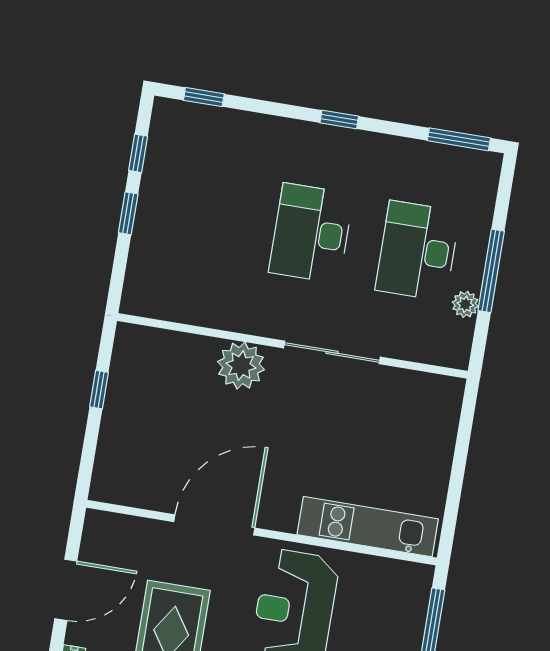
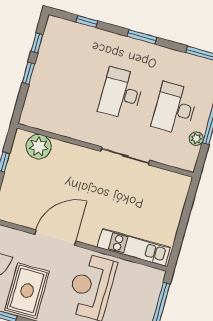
window: (204, 97) -> (87, 21), moved
window: (339, 119) -> (142, 37), width x1.50
plant: (241, 366) -> (39, 147), moved

